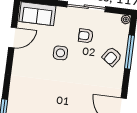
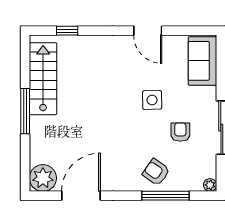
door: (13, 38) -> (148, 31), moved

